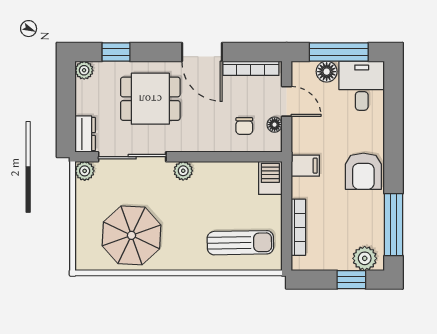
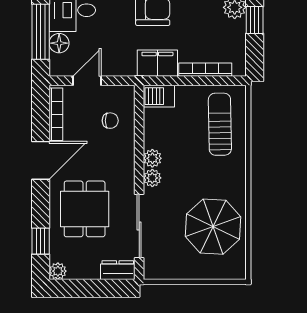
floor lamp: (275, 125) -> (109, 92), removed
filing cabinet: (305, 166) -> (157, 63), width x2.00
plant: (85, 171) -> (152, 158), moved

